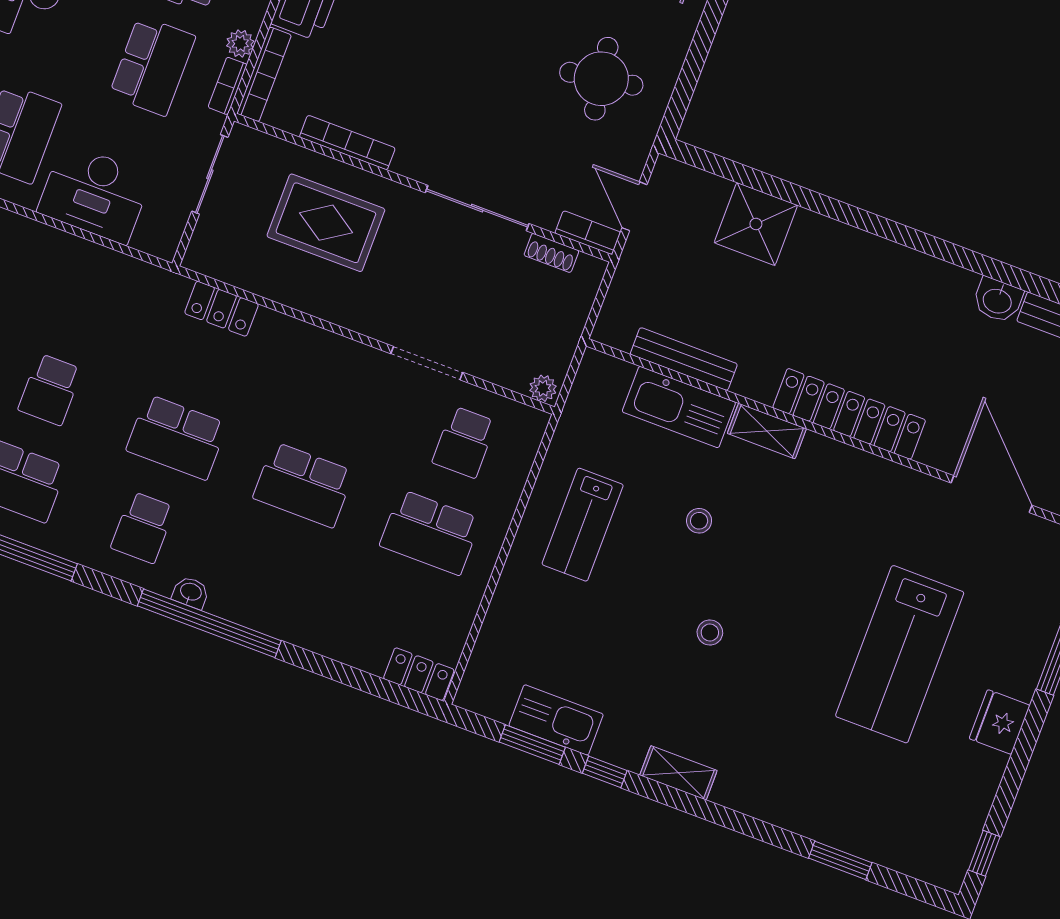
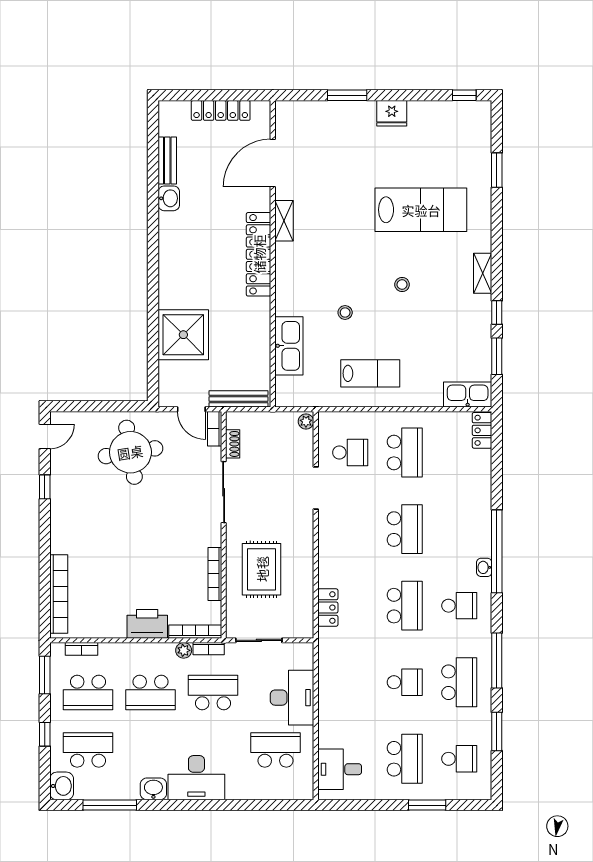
round table: (601, 79) -> (130, 452), width x1.36, depth x1.36
door: (634, 206) -> (191, 409), hinge flipped
shower: (756, 224) -> (183, 335), width x1.37, depth x1.37
bench: (684, 359) -> (239, 399), moved, turned 90
shelving: (767, 431) -> (284, 221), moved
lab bench: (900, 654) -> (421, 210), moved
kitchen sink: (556, 720) -> (468, 395), moved, turned 90

